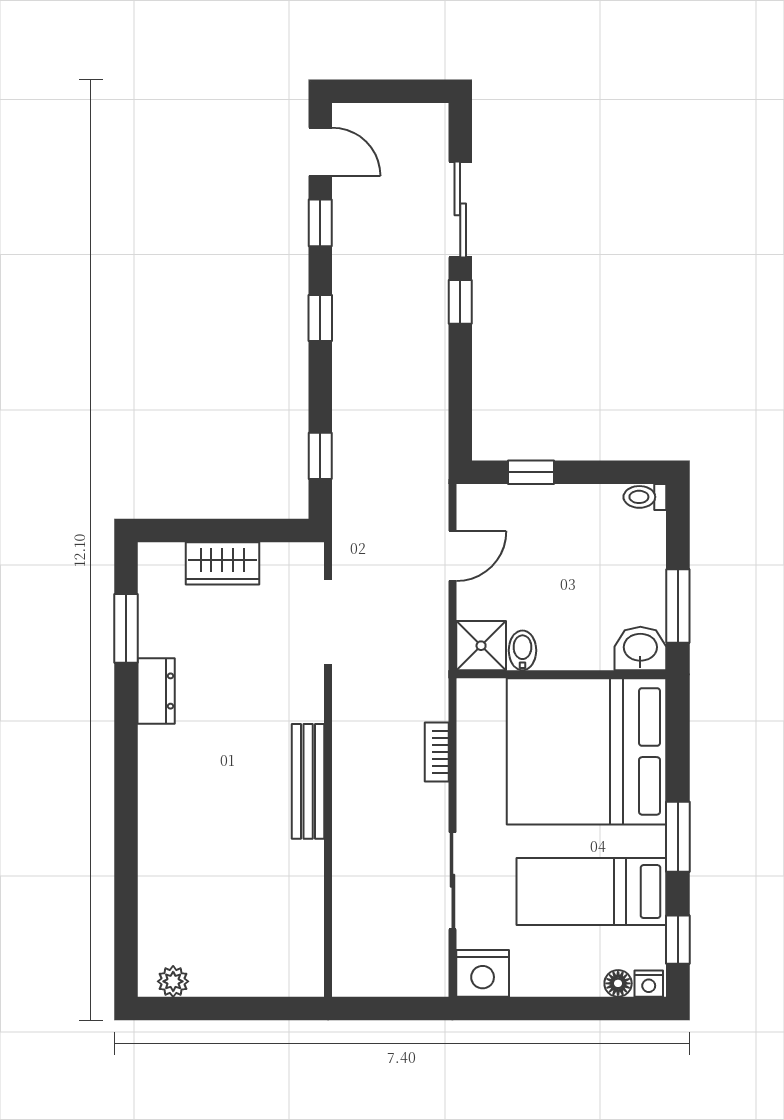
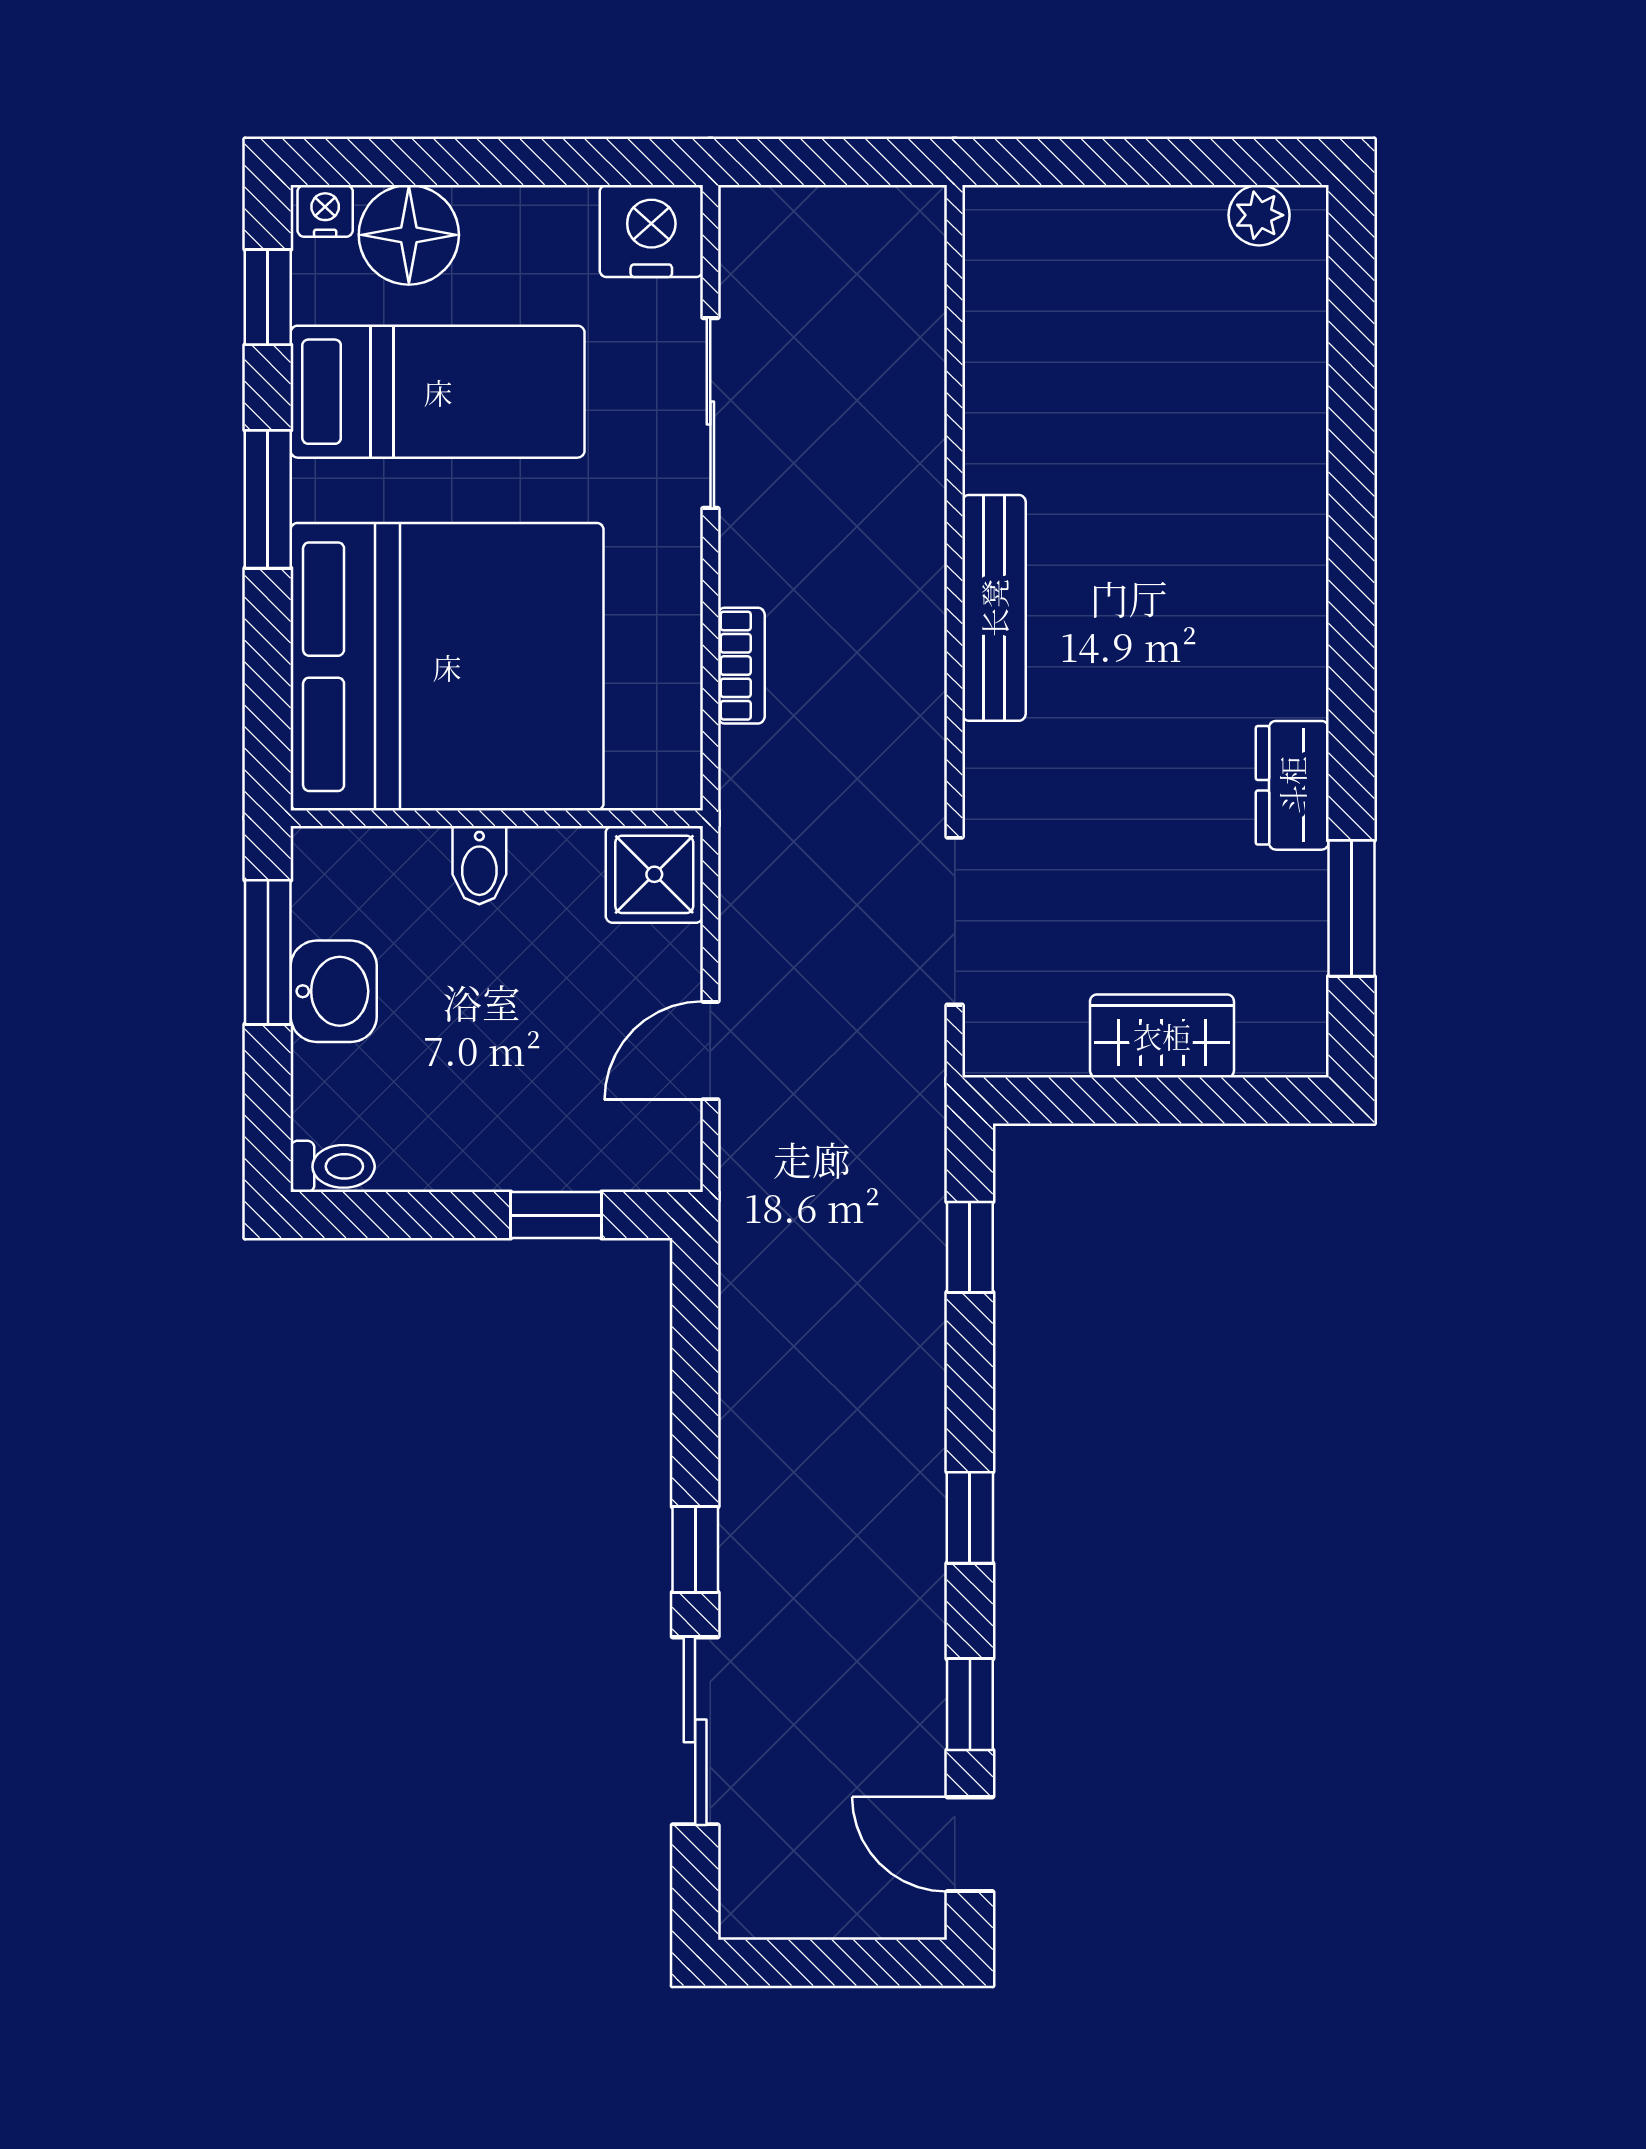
washbasin: (640, 649) -> (334, 991), moved, turned -90
bidet: (522, 650) -> (479, 865), moved
floor lamp: (618, 983) -> (409, 235), width x1.89, depth x1.89

